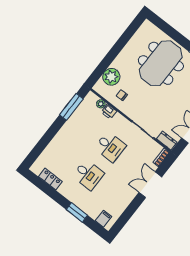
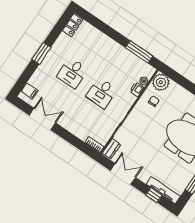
plant: (111, 77) -> (161, 82), moved
locker: (50, 179) -> (73, 25), moved
double door: (150, 185) -> (42, 119), moved
window: (77, 212) -> (41, 53), moved

